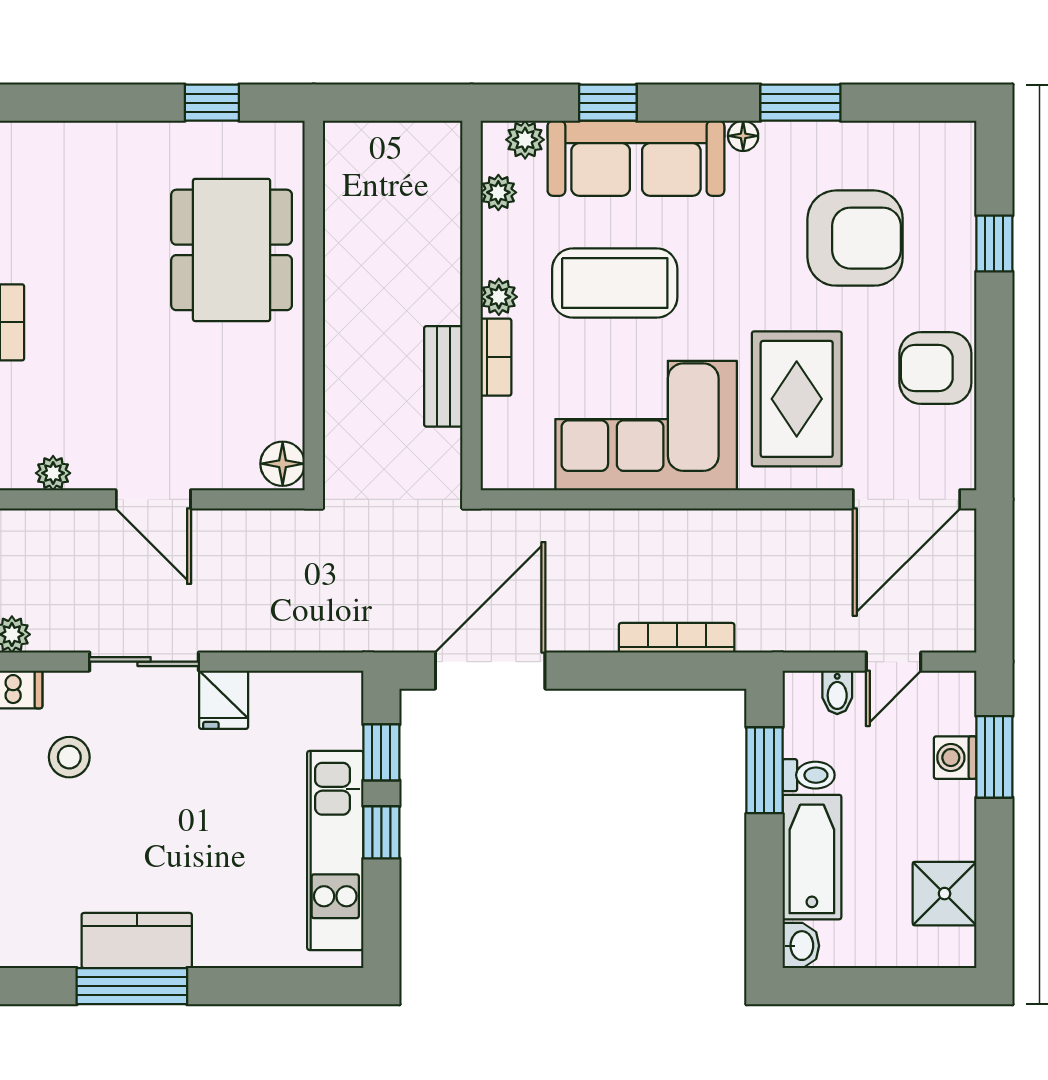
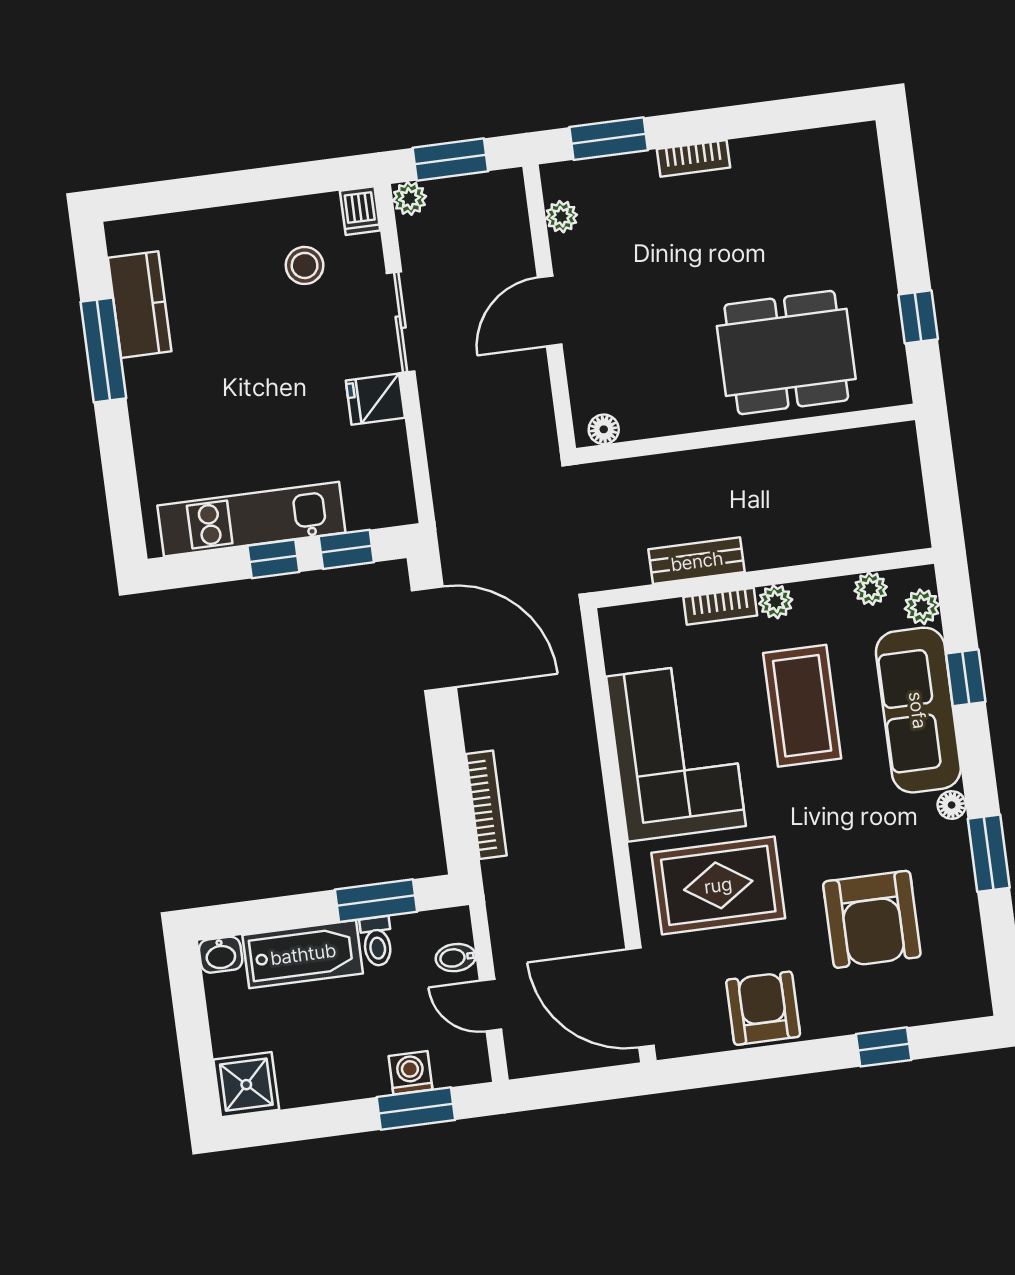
floor lamp: (283, 464) -> (604, 429), width x0.73, depth x0.73
shower: (945, 894) -> (246, 1085), moved
kitchen counter: (137, 941) -> (140, 305), moved

